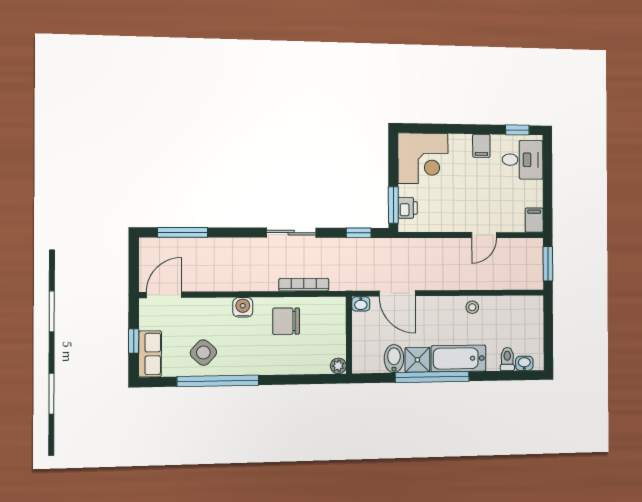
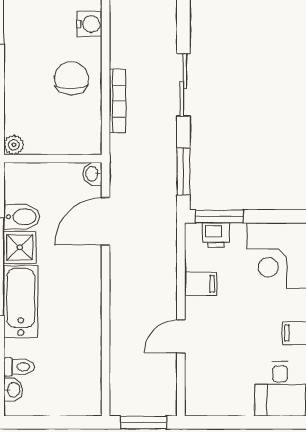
filing cabinet: (534, 220) -> (201, 284), moved
window: (359, 233) -> (183, 171), width x1.50
door: (484, 235) -> (181, 336), hinge flipped
stool: (472, 307) -> (87, 320), removed

